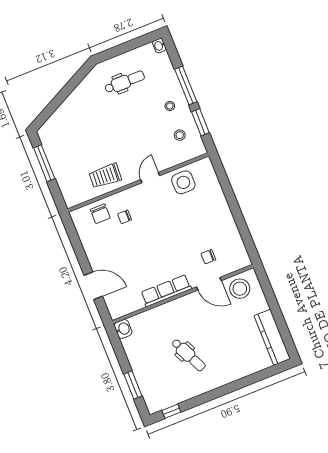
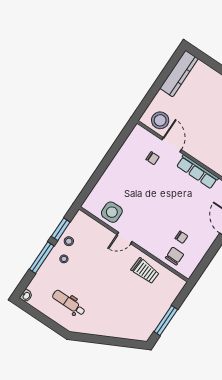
stool: (180, 135) -> (69, 241), moved
chair: (125, 217) -> (181, 237), moved

